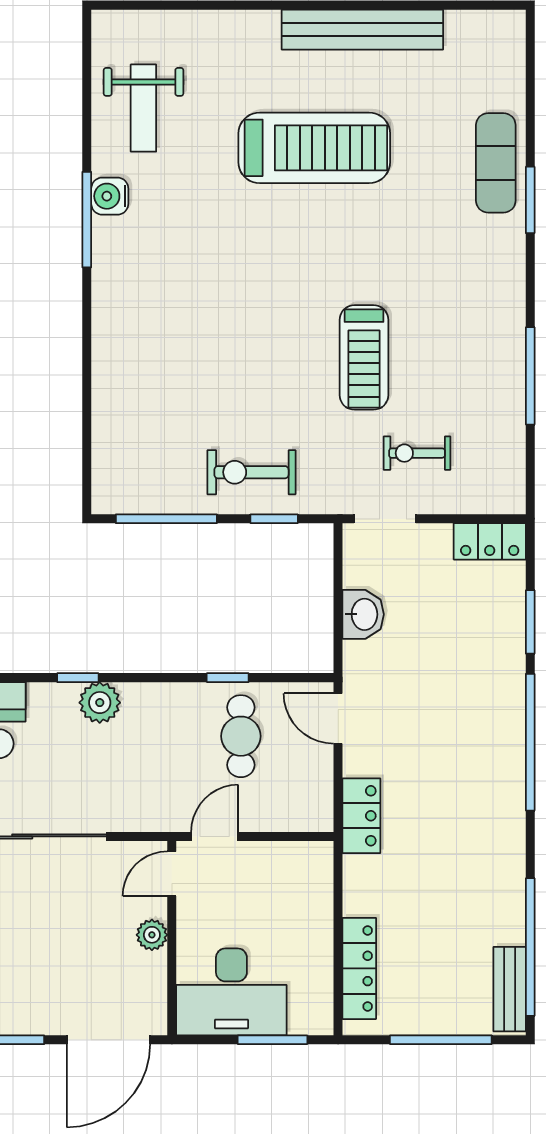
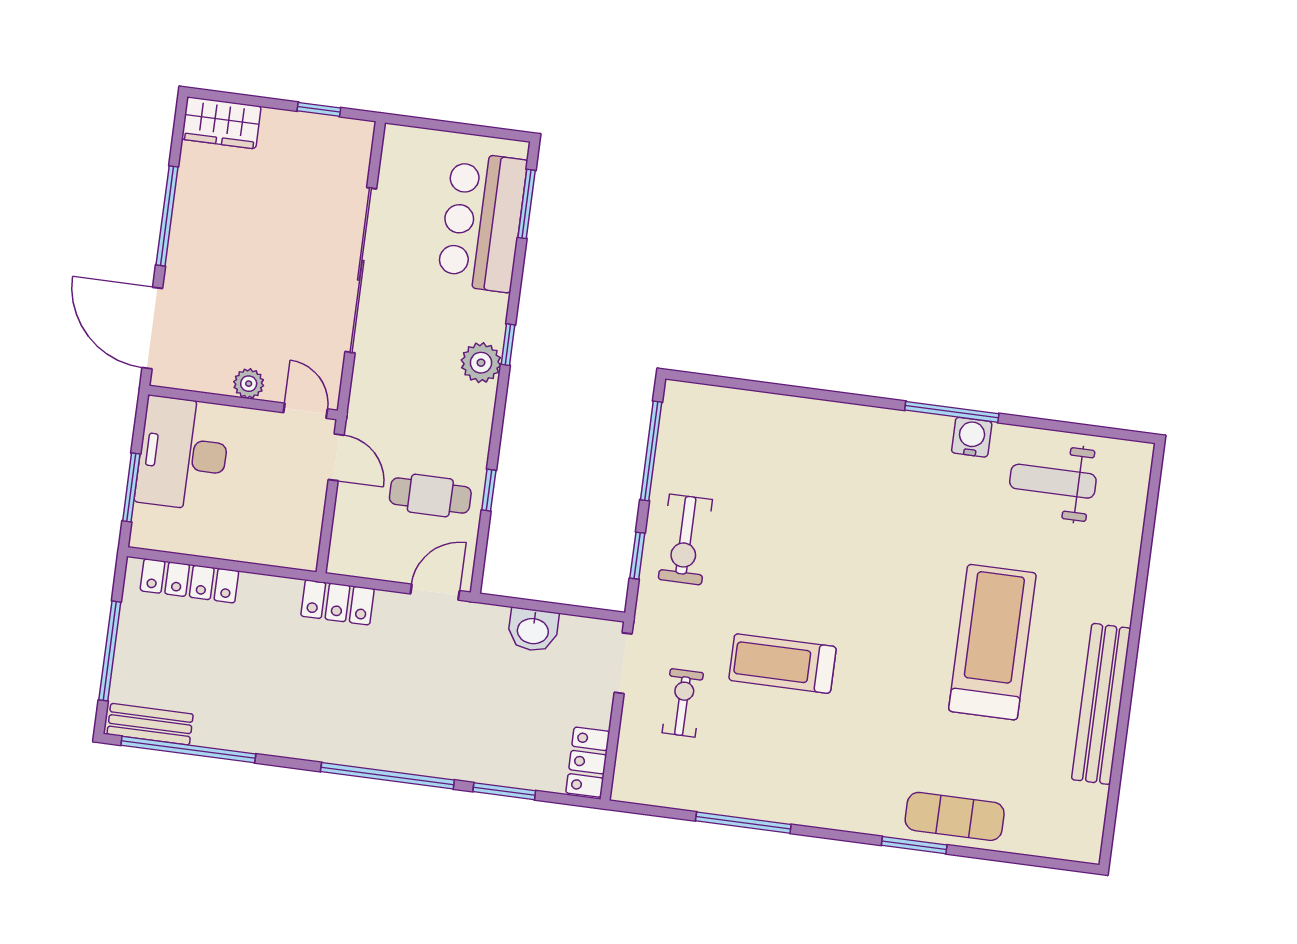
treadmill: (314, 148) -> (992, 642), turned 180
exercise bike: (251, 472) -> (685, 540), turned 180

